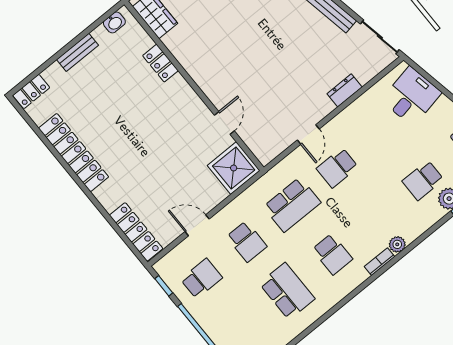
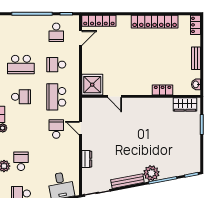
door: (197, 225) -> (80, 38), moved
school desk: (332, 254) -> (21, 97), turned 180

